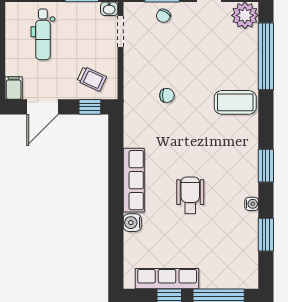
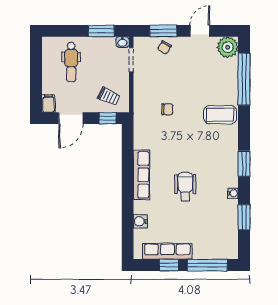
water cooler: (132, 223) -> (140, 221), moved

